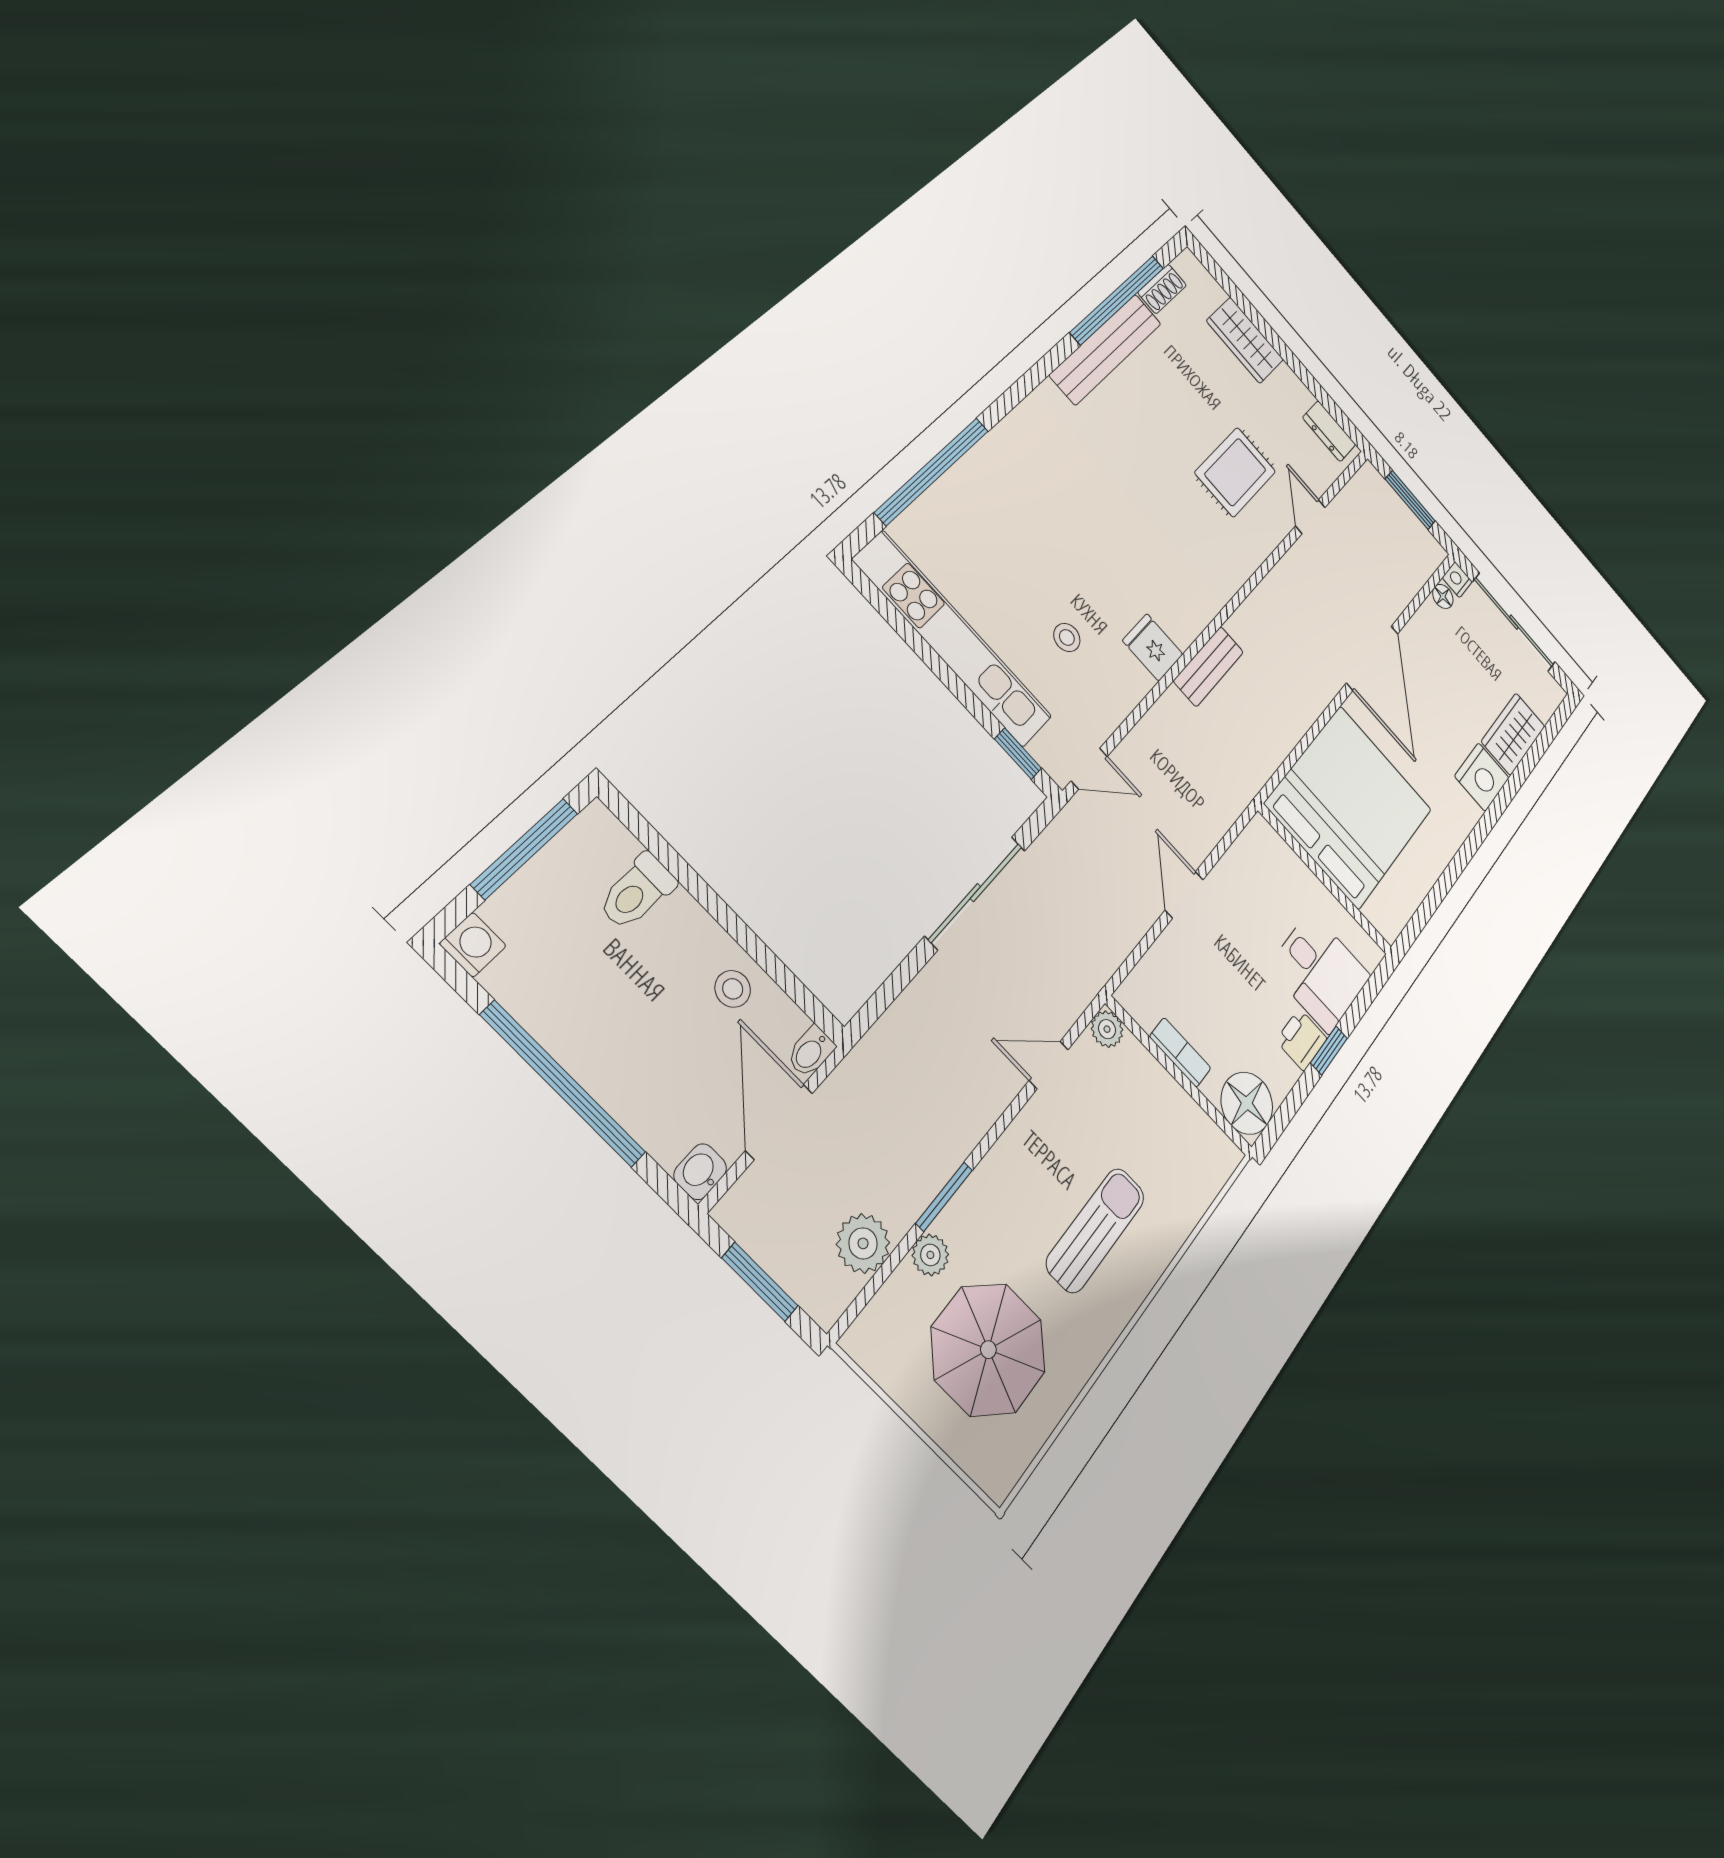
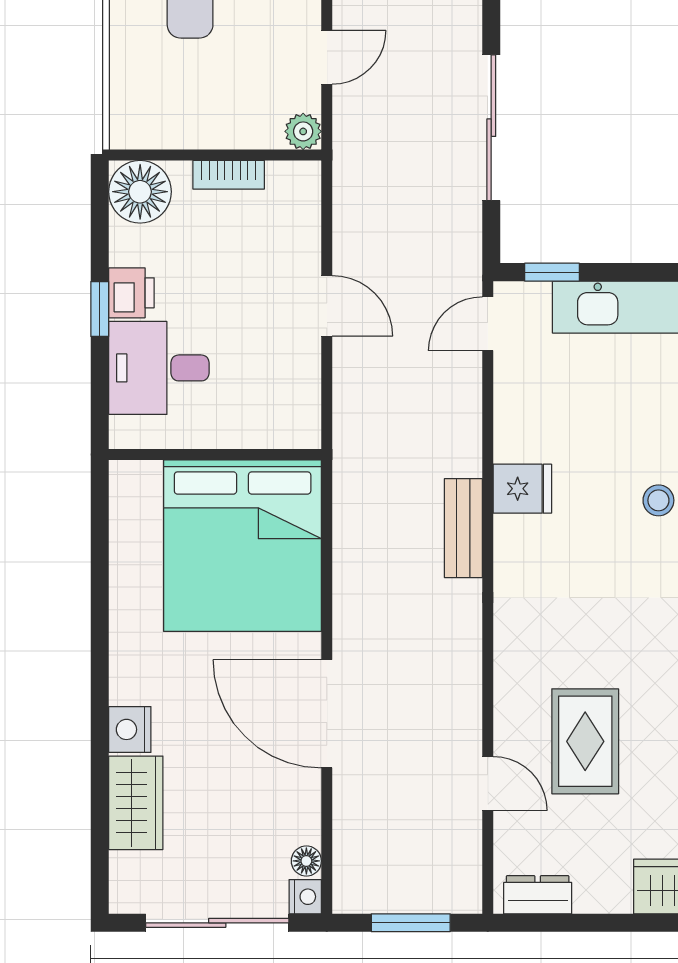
stool: (1067, 637) -> (658, 500), moved
nightstand: (1482, 777) -> (130, 729), width x0.74, depth x0.75

